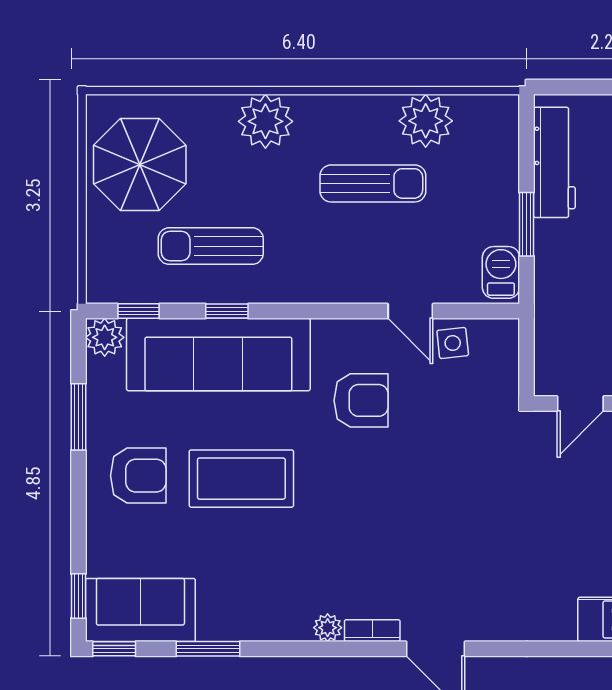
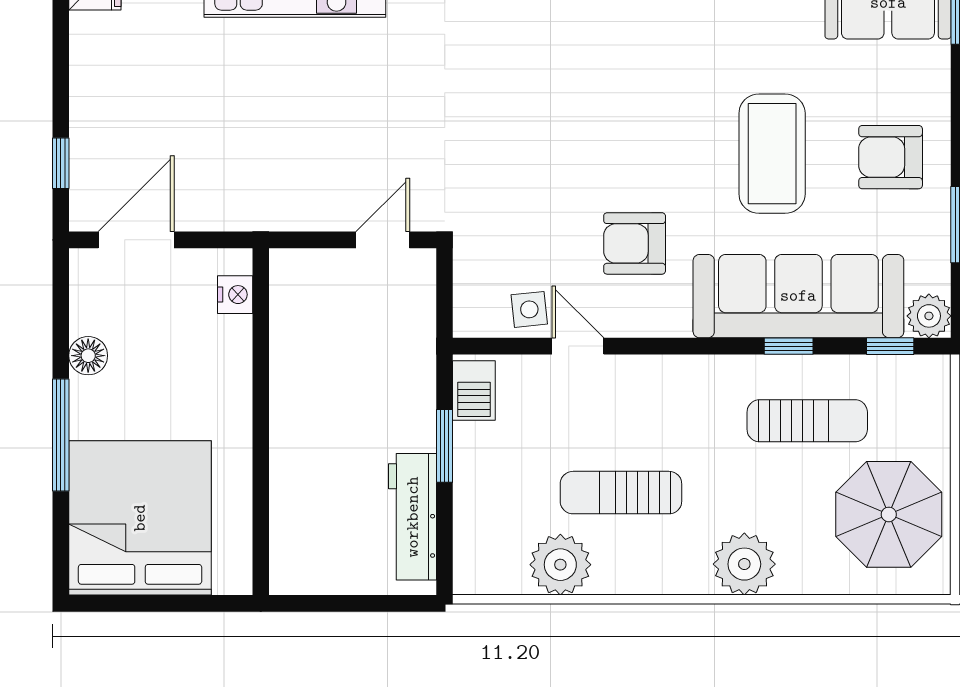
coffee table: (241, 479) -> (772, 154), turned 90

